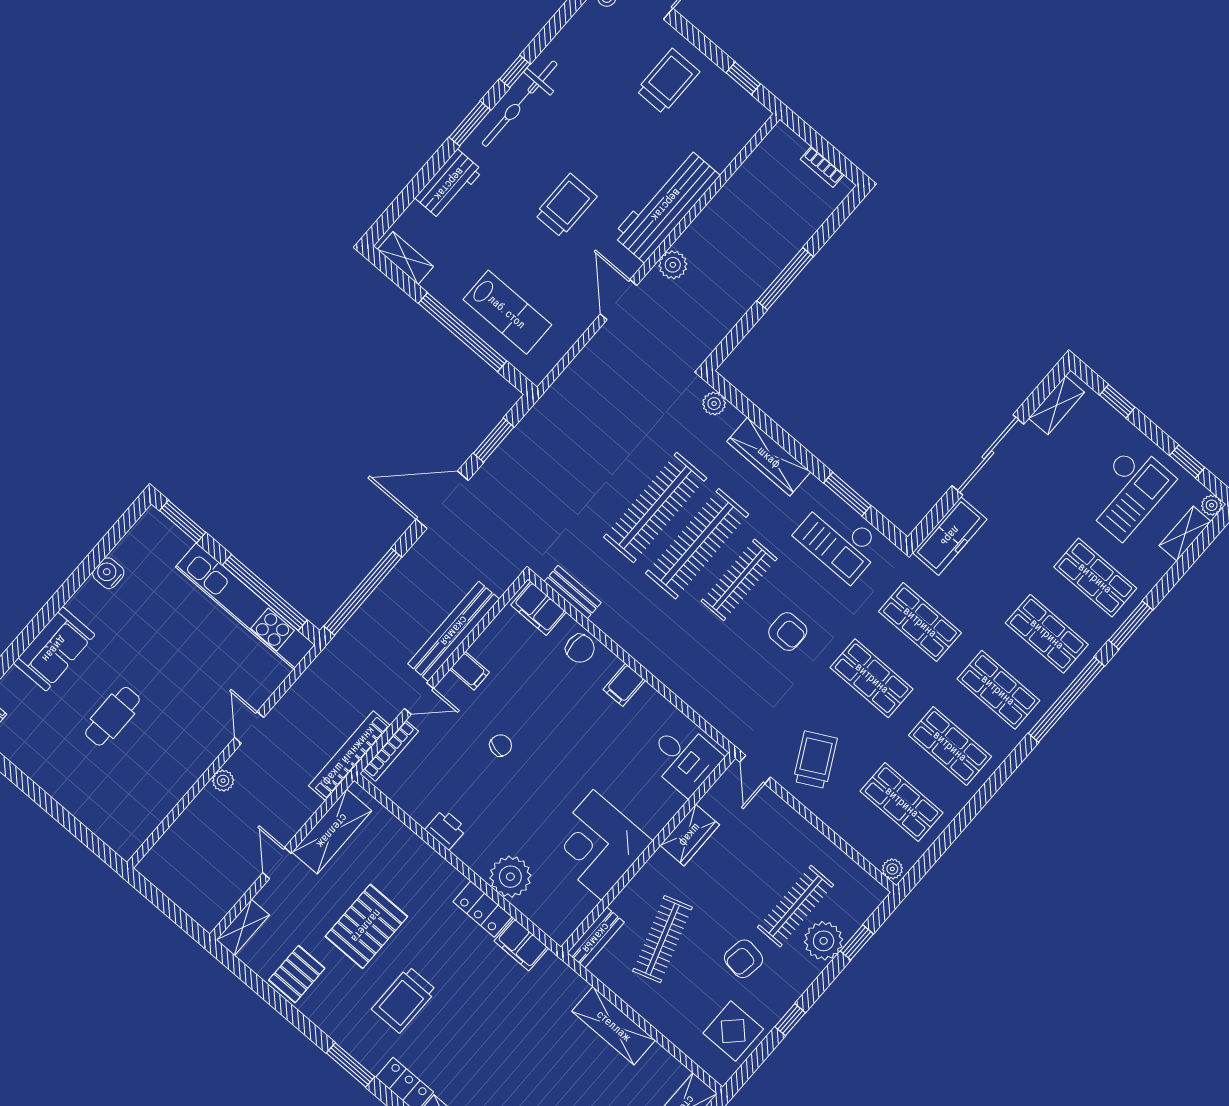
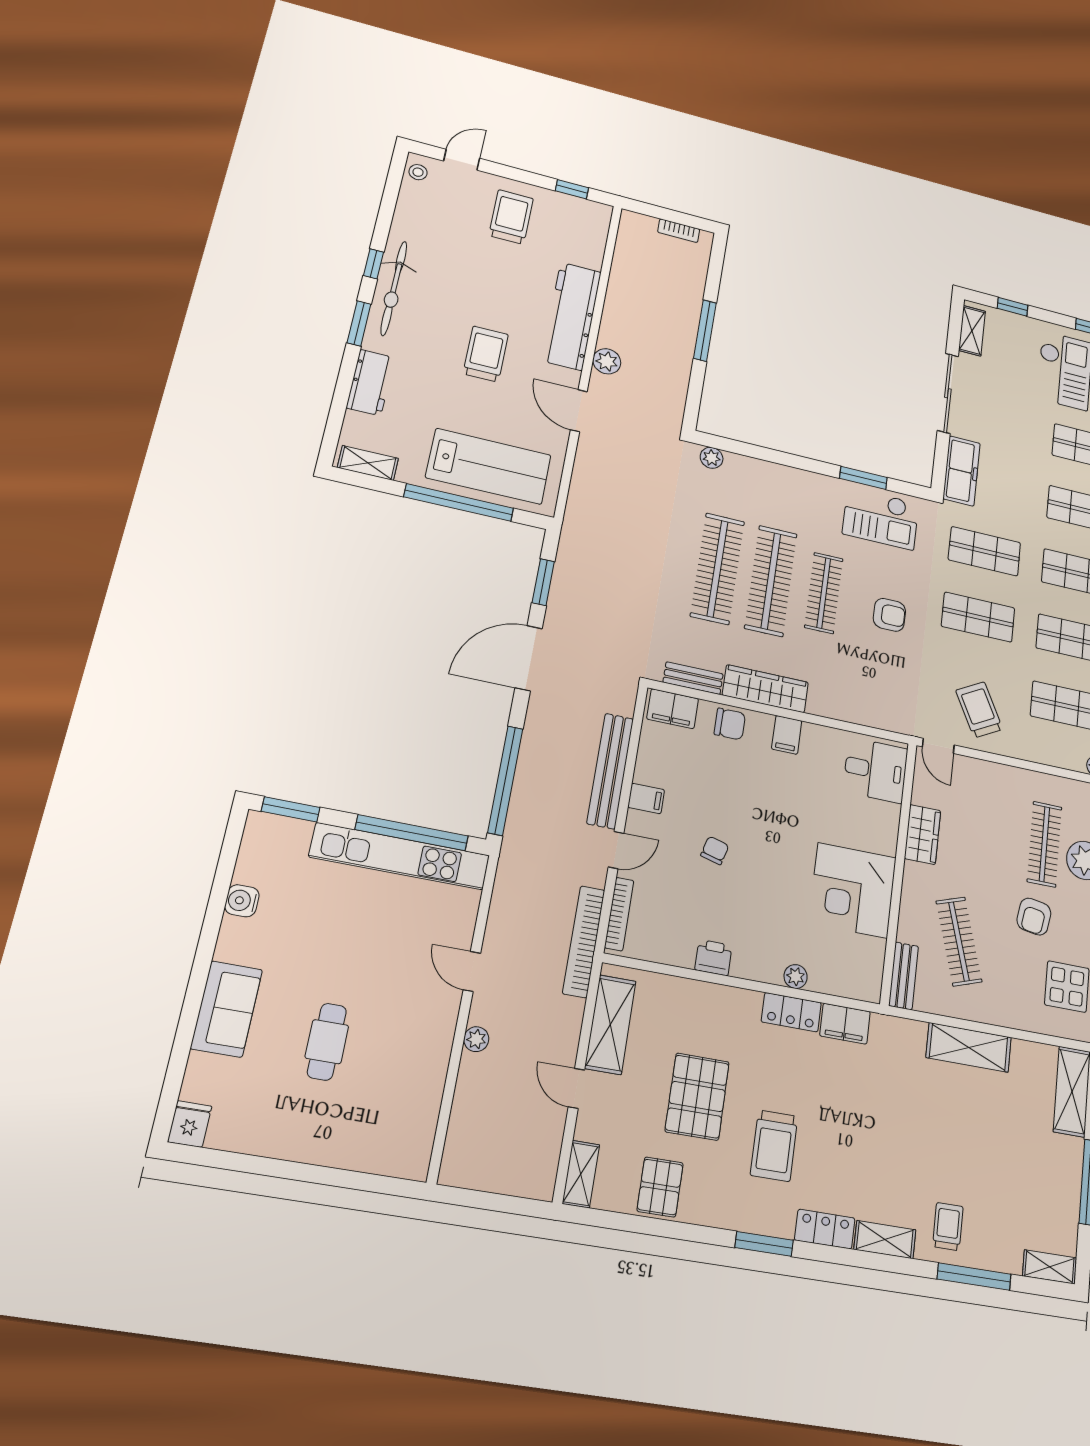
lab bench: (507, 312) -> (489, 466), width x1.36, depth x1.39
wardrobe: (769, 457) -> (765, 689), moved, turned 180
plant: (510, 877) -> (796, 977), width x0.53, depth x0.53

